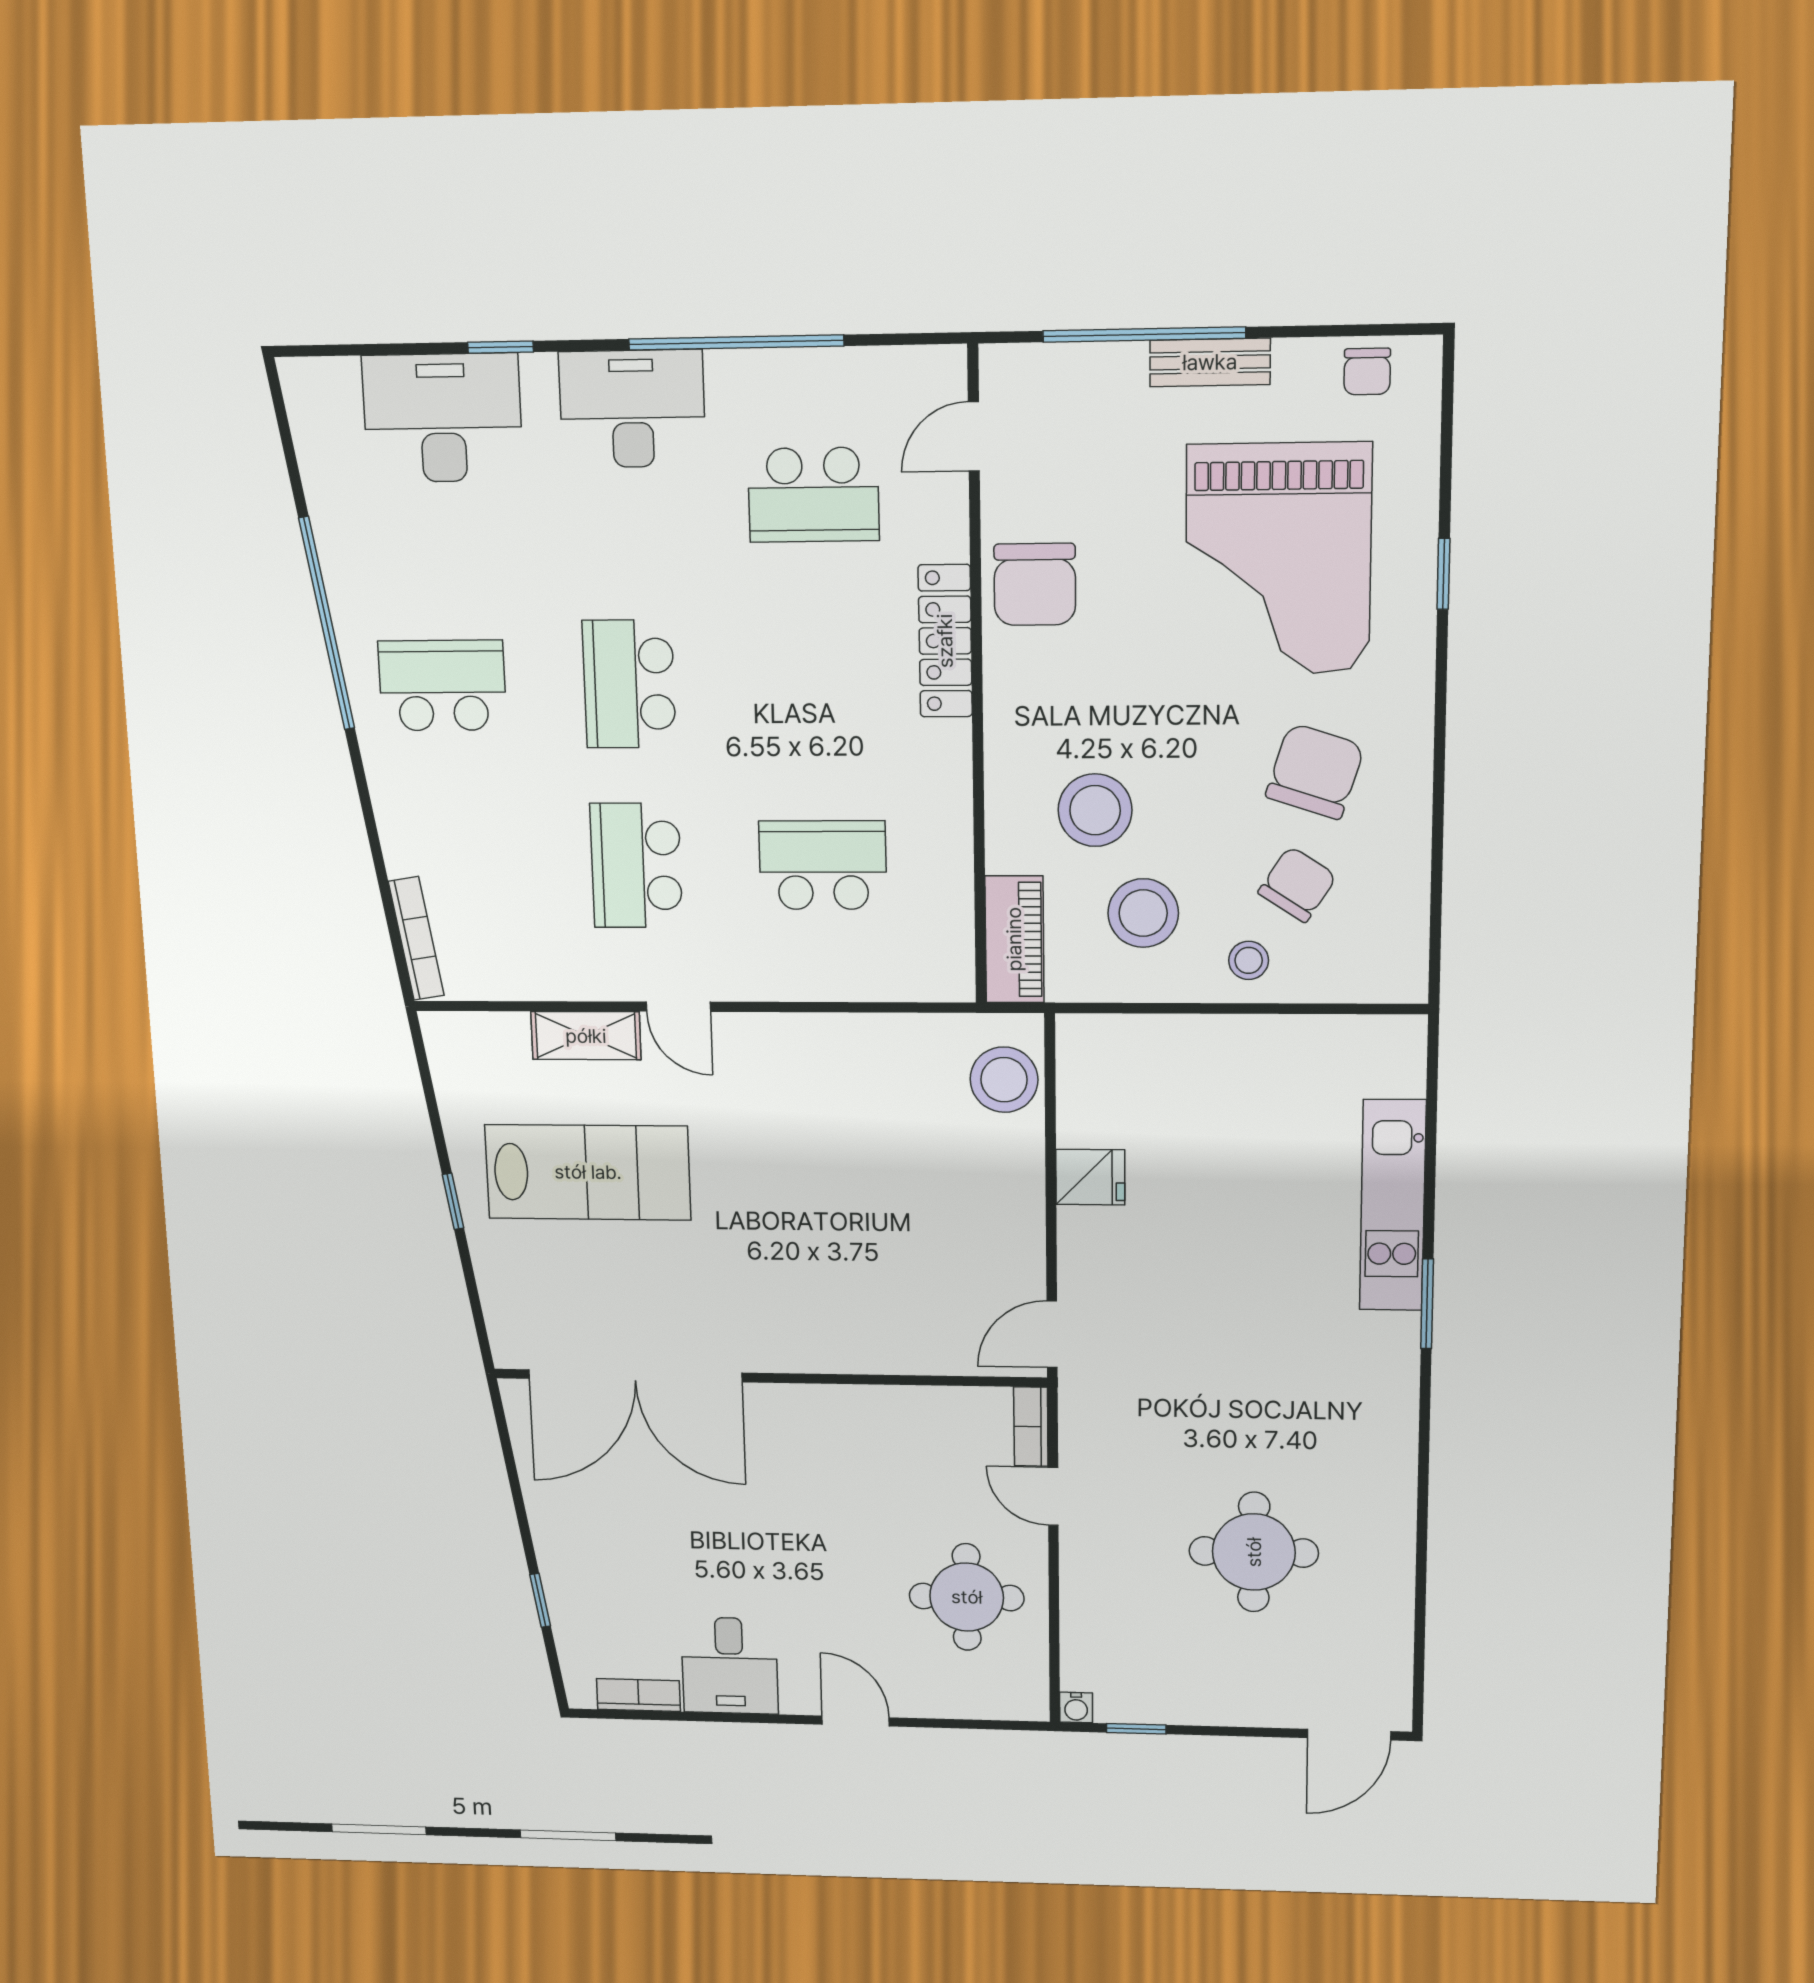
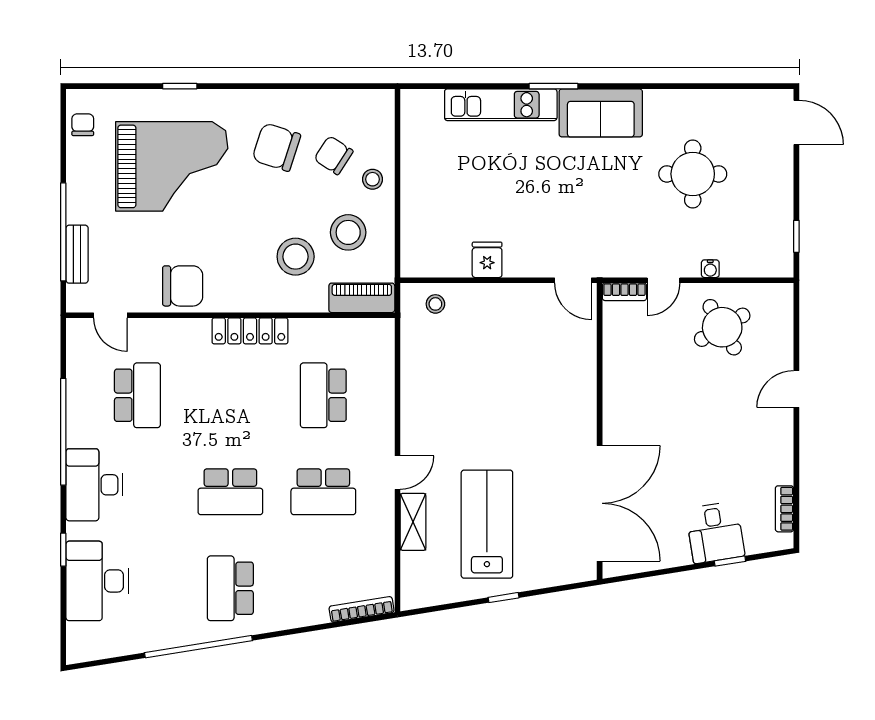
bench: (1210, 362) -> (77, 254), moved
chair: (1367, 372) -> (83, 125), turned -90
locker: (945, 641) -> (250, 331), moved
stool: (1004, 1080) -> (435, 304), width x0.53, depth x0.53
sofa: (1373, 1390) -> (601, 113), added
round table: (967, 1597) -> (722, 327), turned -30
desk: (730, 1666) -> (715, 532), moved, turned 81
water cooler: (1076, 1707) -> (710, 269), moved, turned 90

